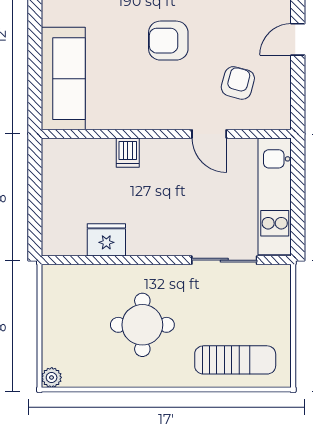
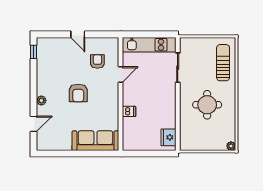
armchair: (238, 83) -> (97, 61), turned 75
fridge: (106, 240) -> (169, 137), moved

